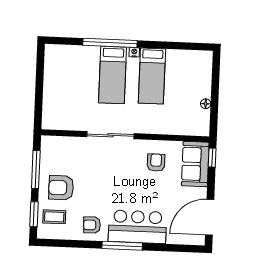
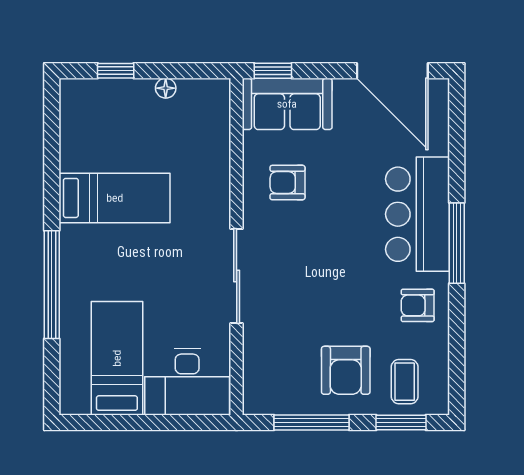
nightstand: (134, 52) -> (69, 235), removed
bed: (113, 75) -> (117, 358), moved, turned -90
window: (215, 79) -> (116, 71), added
desk: (59, 108) -> (187, 382), added
armchair: (92, 225) -> (418, 305), turned 92

